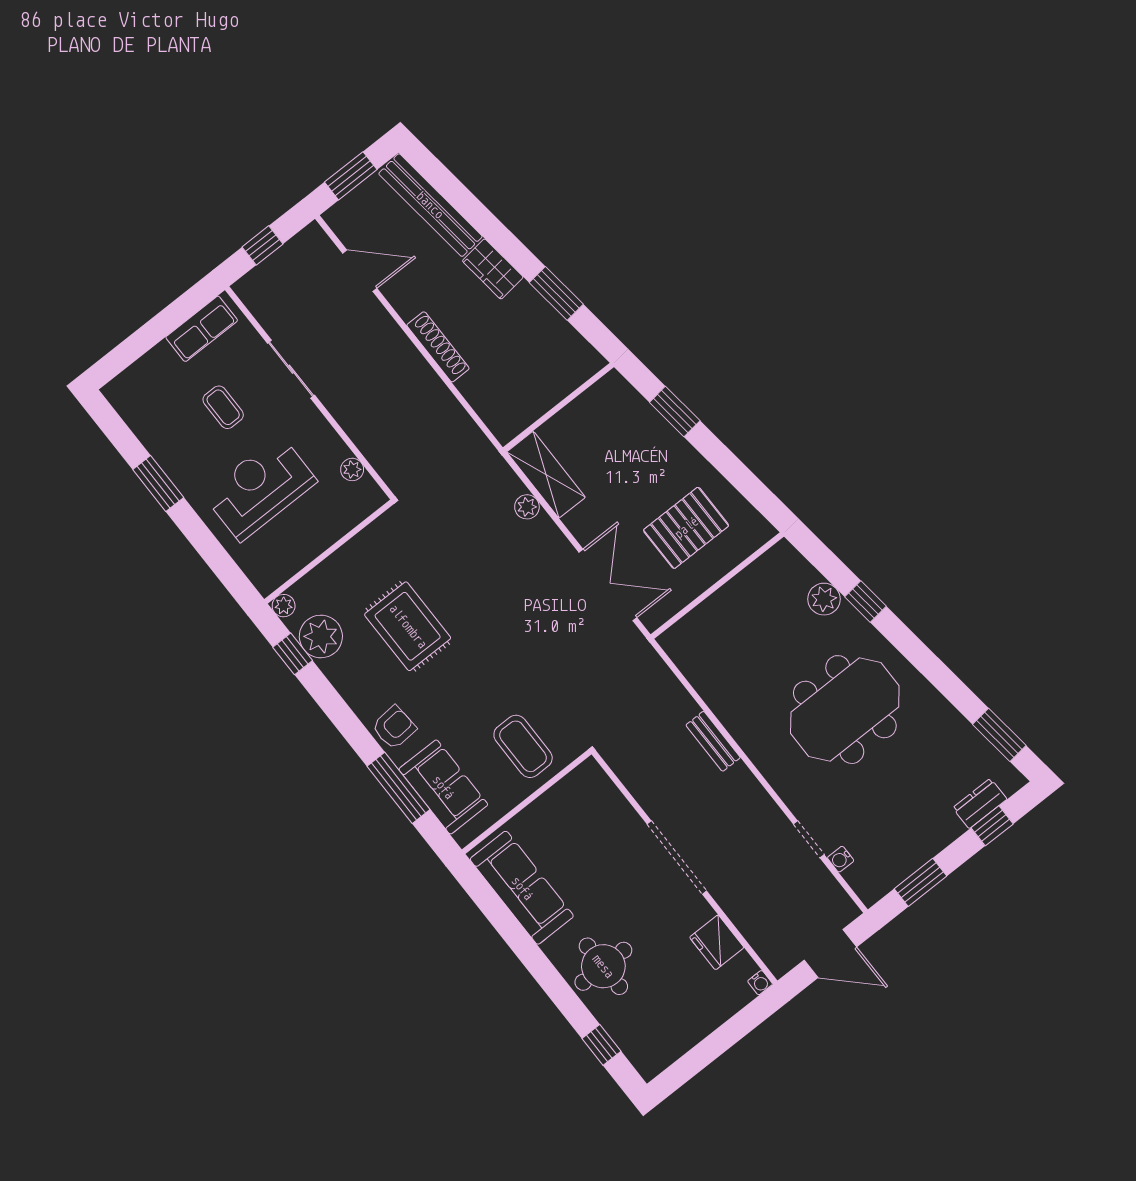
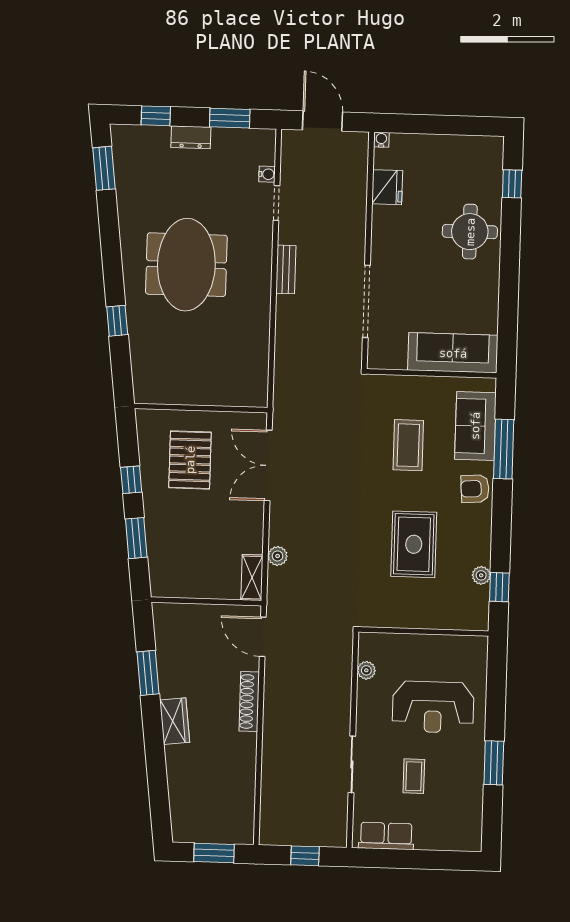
bench: (430, 205) -> (180, 793), removed
door: (360, 271) -> (263, 637), moved
window: (726, 462) -> (131, 480), added
shelving: (546, 475) -> (252, 578), width x0.67, depth x0.75
pallet: (686, 528) -> (190, 460), turned 90
plant: (824, 599) -> (142, 344), removed
plant: (284, 606) -> (480, 622), removed
plant: (321, 636) -> (481, 575), width x0.53, depth x0.53
meeting table: (845, 710) -> (186, 265), turned 90
bench: (713, 741) -> (286, 269), moved
coffee table: (523, 746) -> (408, 445), moved
dresser: (980, 803) -> (191, 137), moved
doorway: (677, 858) -> (366, 301), moved
sofa: (522, 888) -> (453, 353), moved, turned 90

